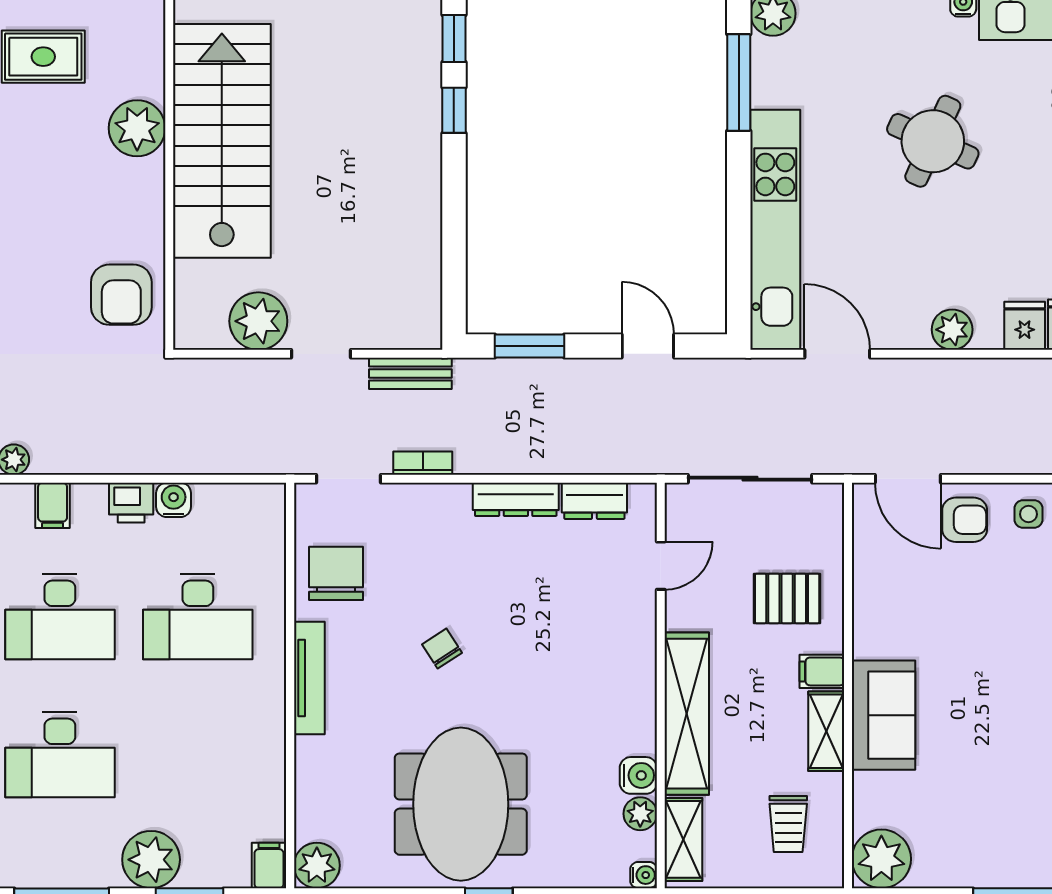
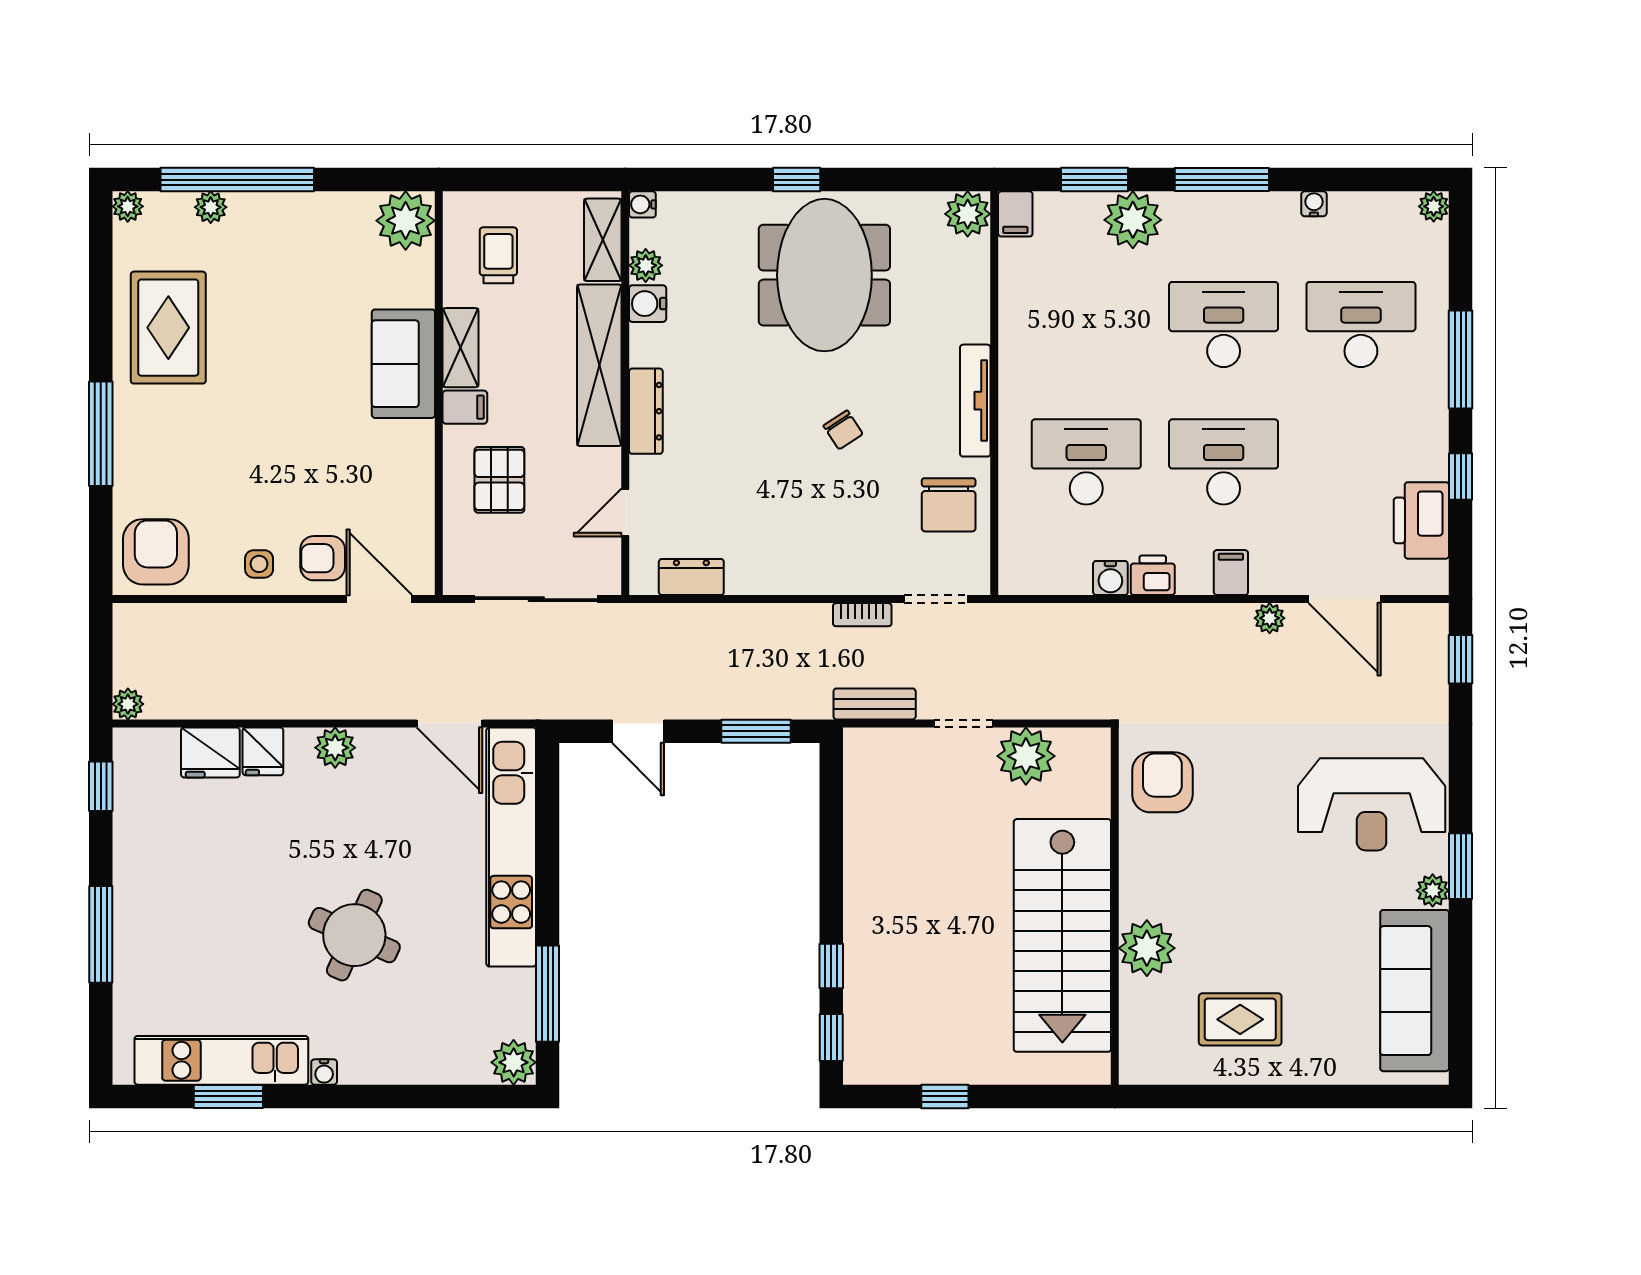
dresser: (516, 499) -> (646, 411), moved, turned 90
pallet: (787, 598) -> (499, 480), turned 90

